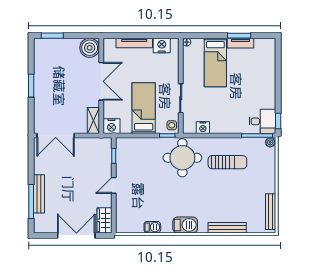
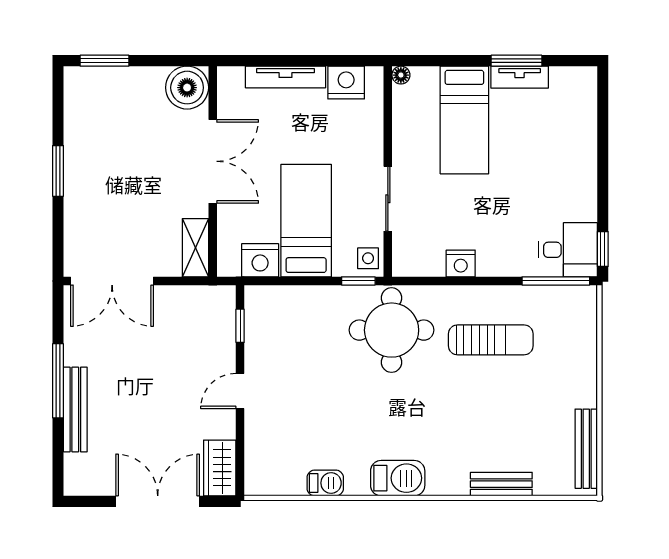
nightstand: (111, 126) -> (260, 260), moved
nightstand: (203, 128) -> (461, 263), moved
plant: (270, 142) -> (585, 296), removed
window: (31, 202) -> (58, 381), moved
bench: (227, 228) -> (501, 484), width x0.73

